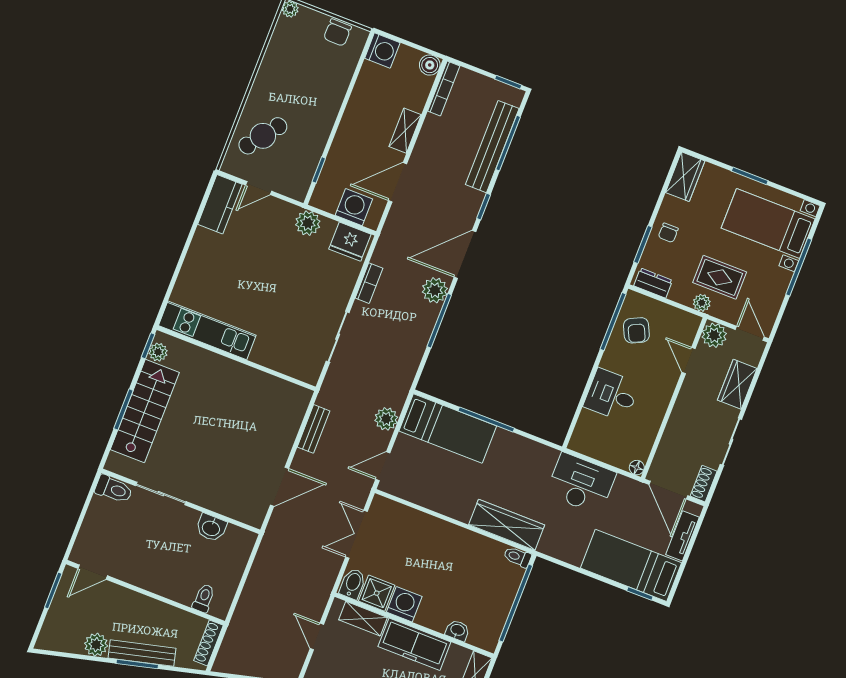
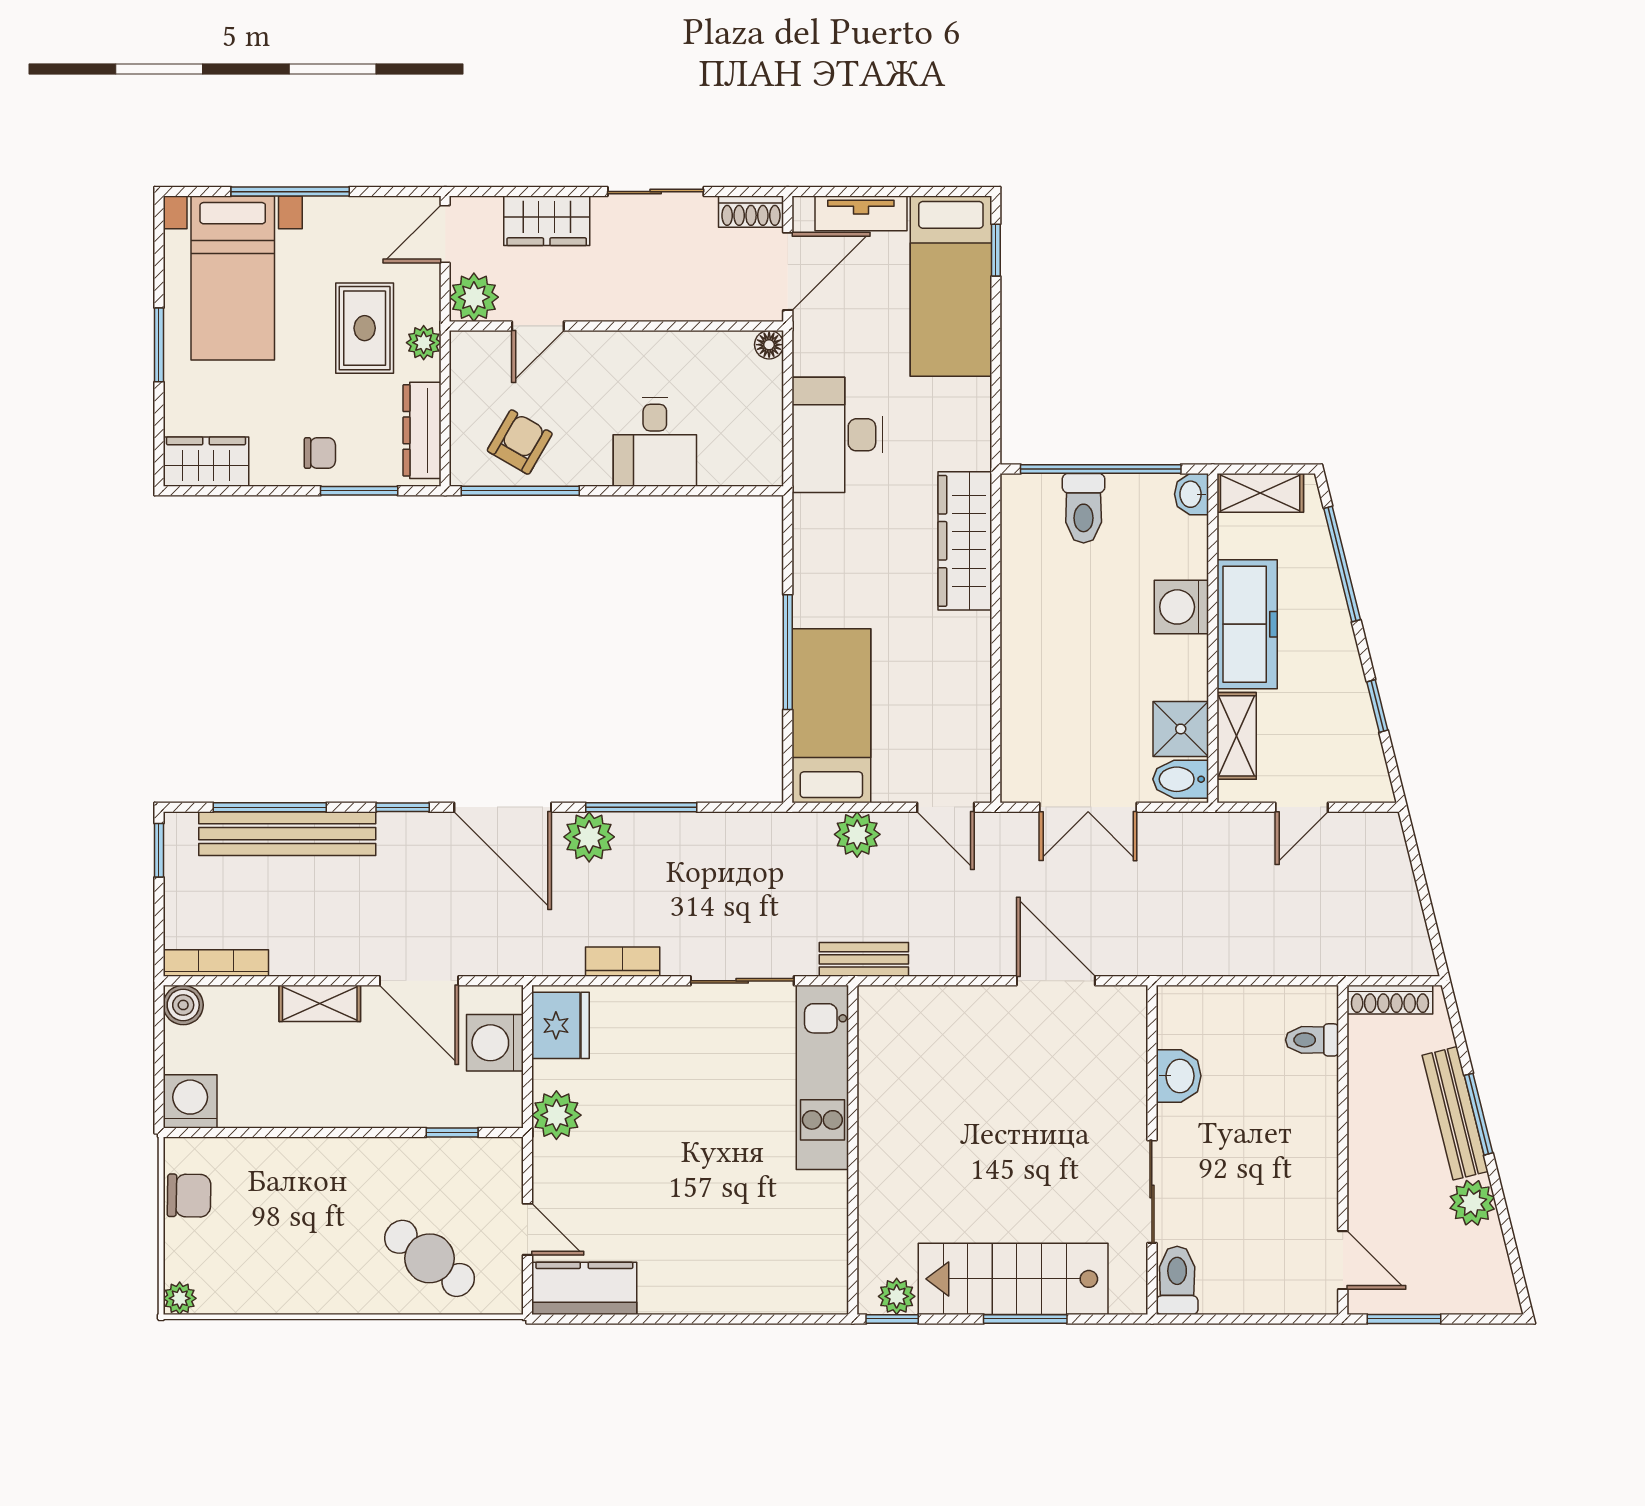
dresser: (653, 283) -> (422, 430), width x1.44
kitchen unit: (207, 330) -> (822, 1077), moved
armchair: (636, 330) -> (520, 442), turned -34
bench: (314, 429) -> (864, 959), moved
toilet: (517, 557) -> (1084, 508), moved, width x1.37, depth x1.39
washing machine: (404, 604) -> (1181, 607), moved
washbasin: (457, 630) -> (1192, 494), moved

